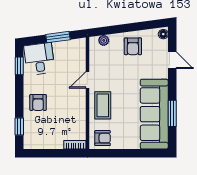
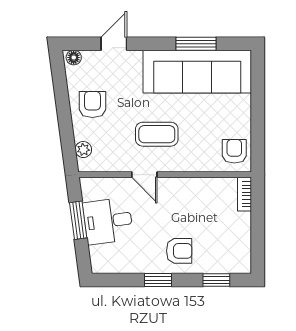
armchair: (133, 46) -> (92, 104), turned -90
desk: (39, 59) -> (108, 221), moved
window: (19, 66) -> (158, 280), moved
coffee table: (103, 105) -> (157, 134), moved

